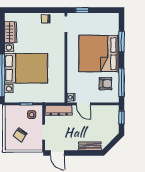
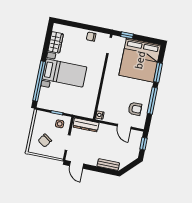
bed: (99, 54) -> (140, 60), moved, turned -90
bed with nightstands: (26, 68) -> (65, 73), width x0.73
window: (121, 83) -> (152, 101), moved
door: (83, 104) -> (124, 126), moved

